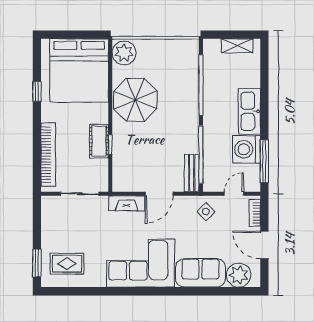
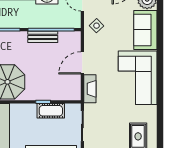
cot: (99, 141) -> (51, 111), moved
bench: (192, 173) -> (43, 37), moved
door: (159, 194) -> (82, 63), swing flipped

